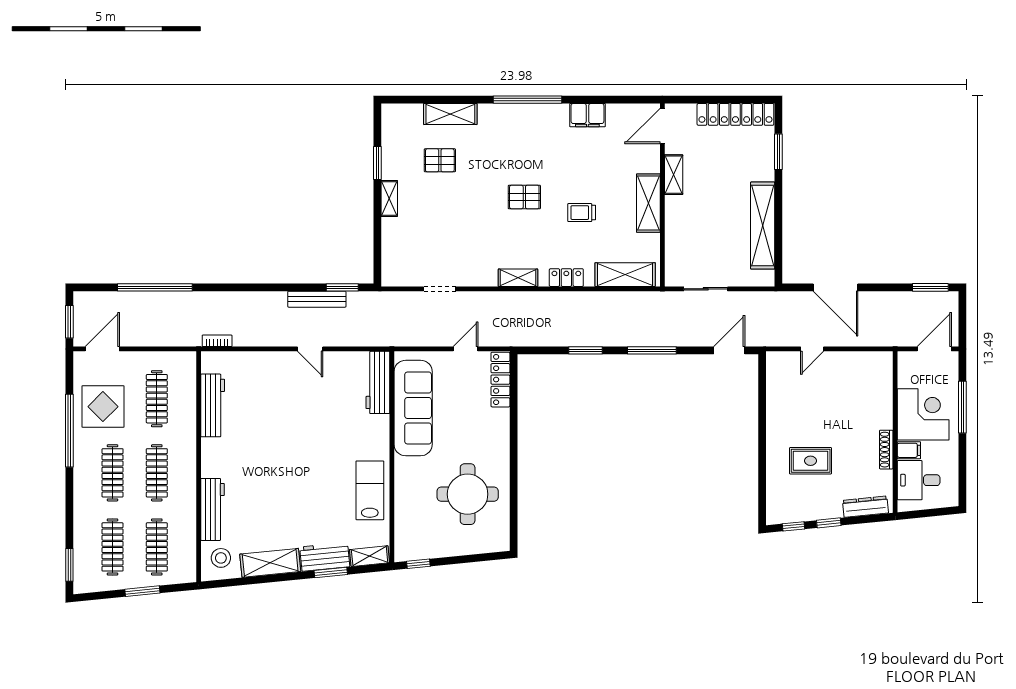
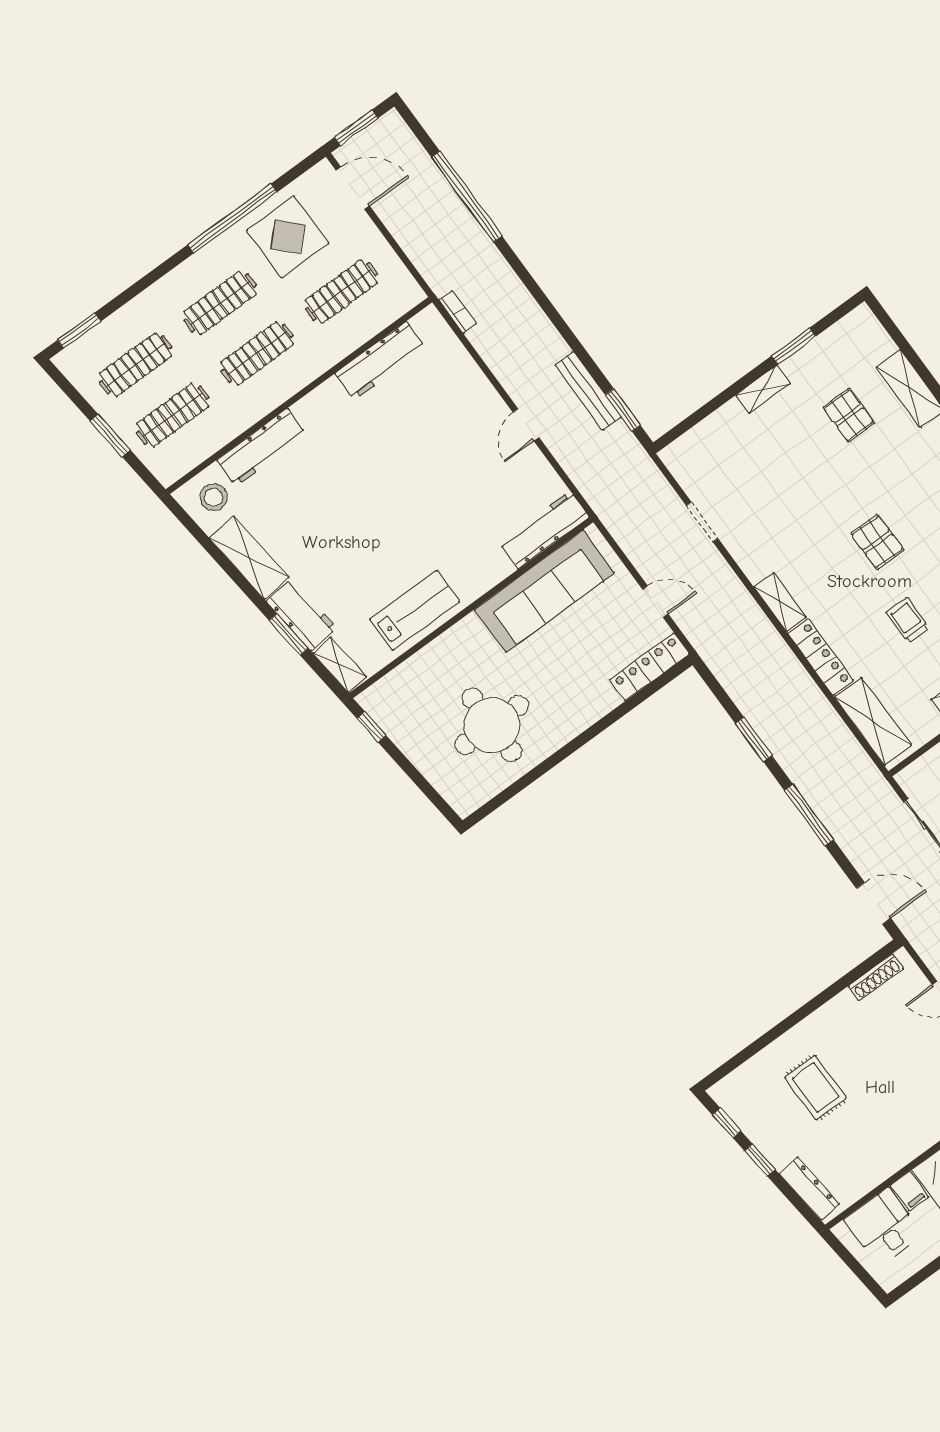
locker: (566, 278) -> (821, 657), width x1.53
shoe rack: (886, 450) -> (876, 977), moved, turned 180

